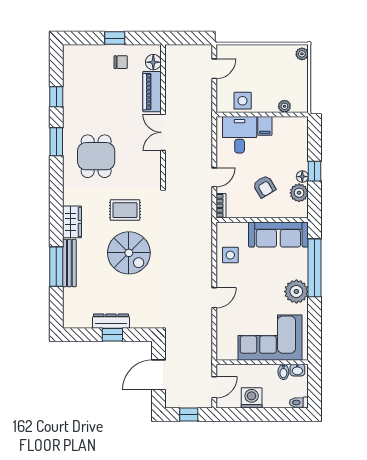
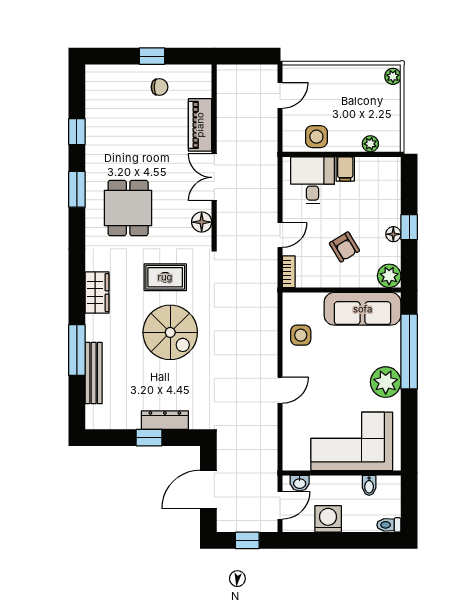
floor lamp: (153, 62) -> (202, 222), moved
plant: (299, 193) -> (389, 276), moved
bench: (69, 263) -> (94, 373), moved
dresser: (111, 321) -> (165, 420), moved
washbasin: (297, 370) -> (300, 483), moved

